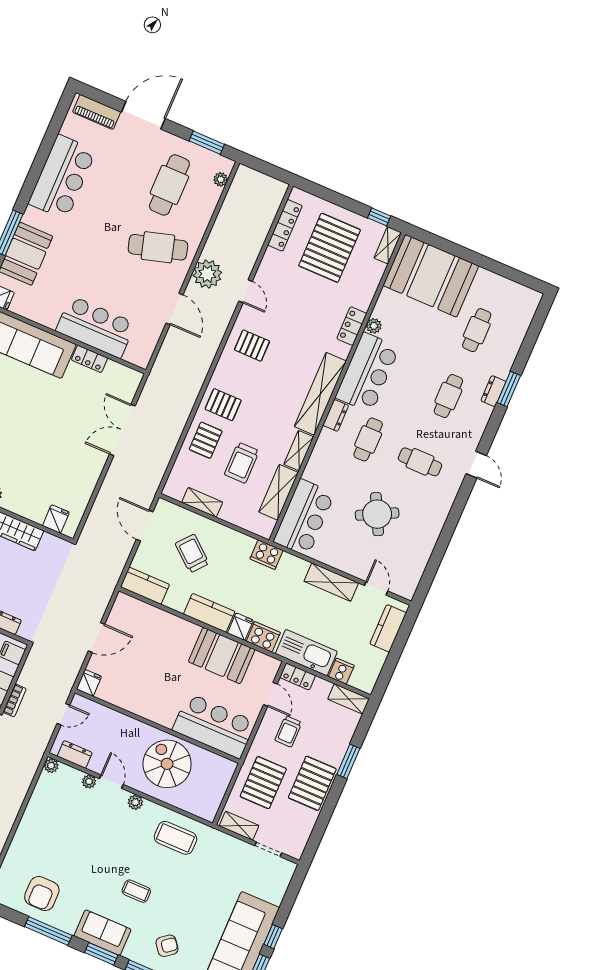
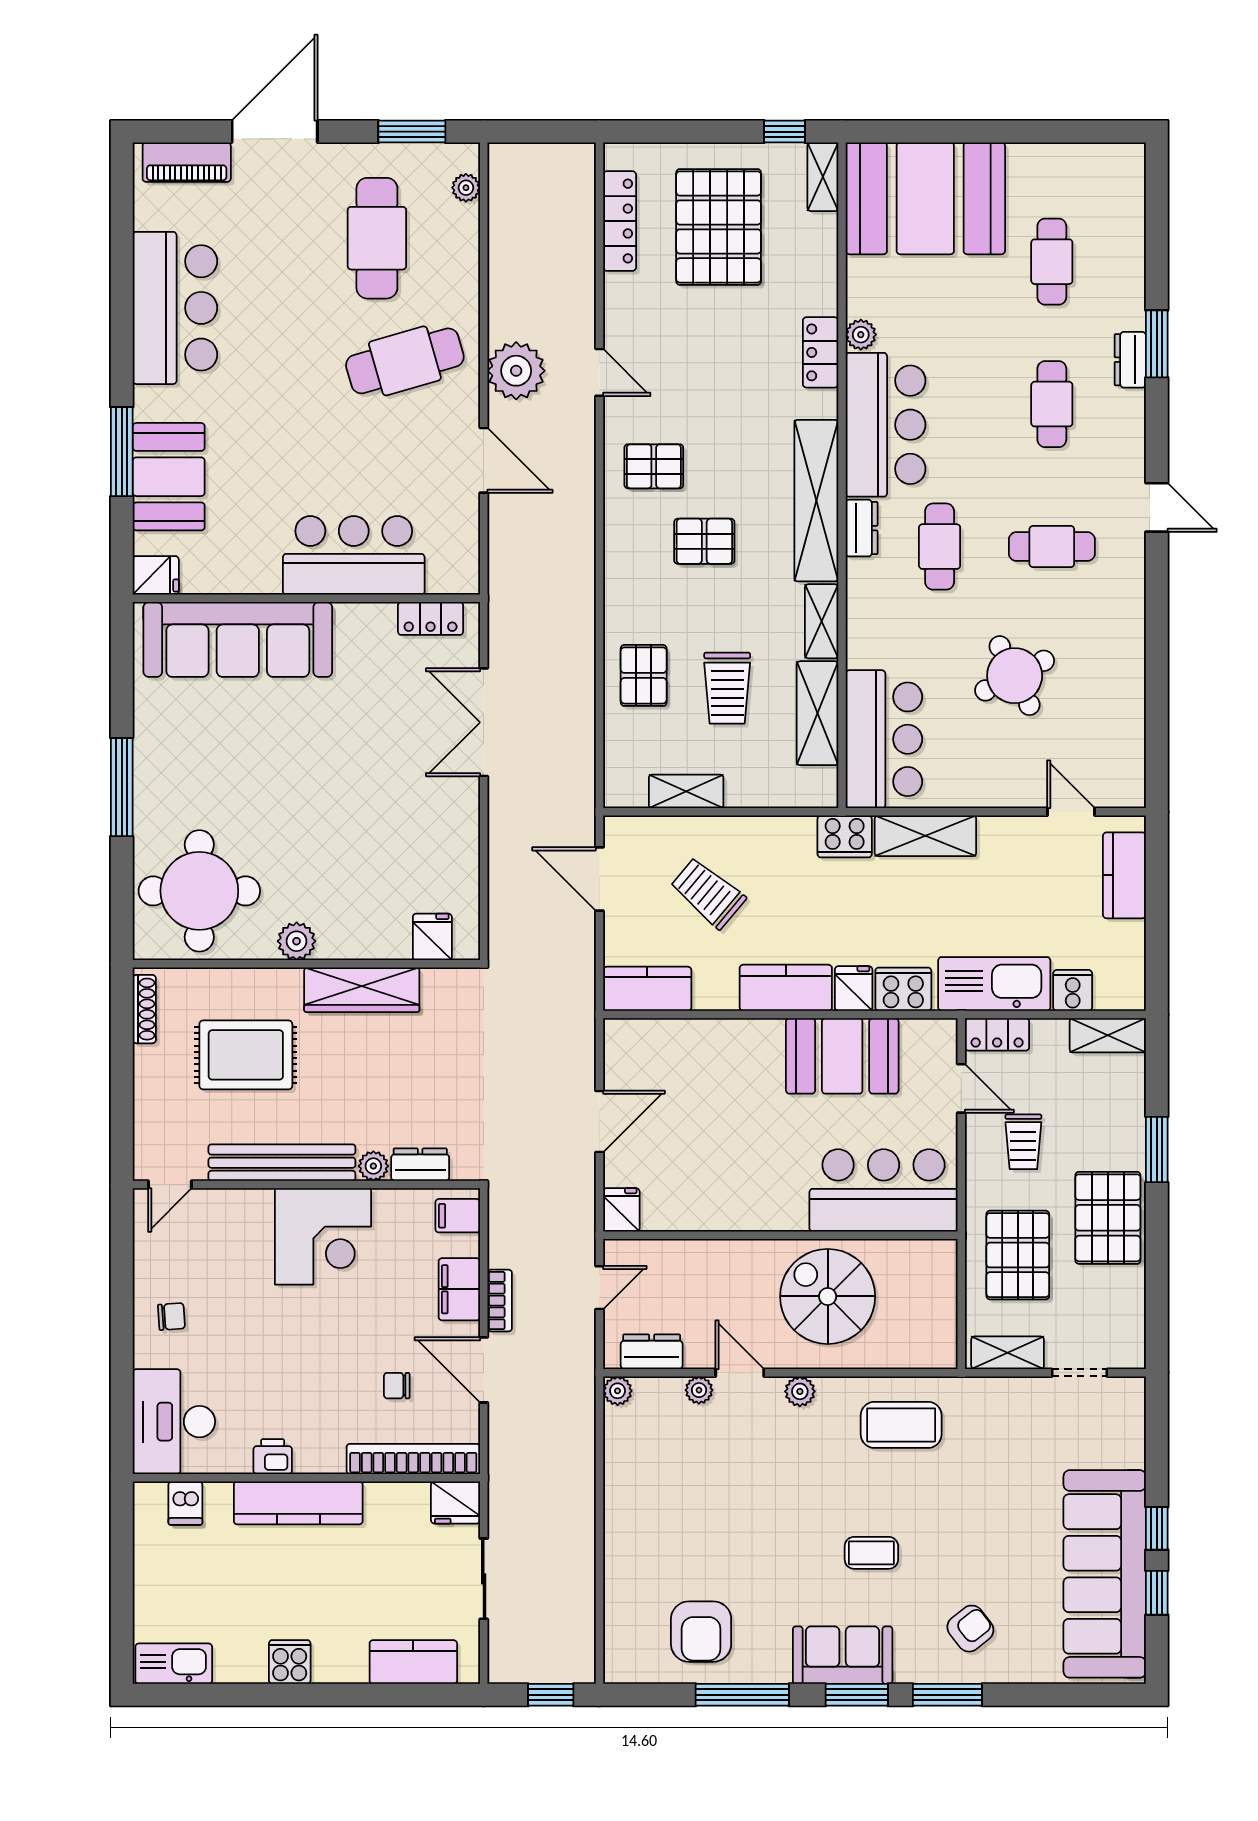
locker: (89, 359) -> (431, 618), moved
pallet: (223, 405) -> (704, 541), moved
shelving: (331, 582) -> (925, 836), moved

